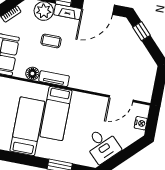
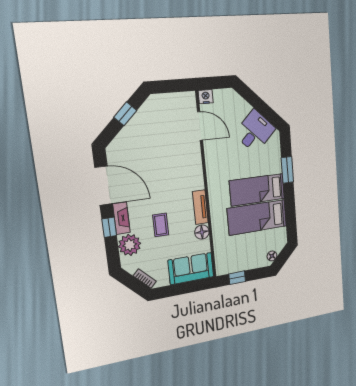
window: (142, 31) -> (125, 114), moved
bed: (56, 113) -> (257, 190), moved, turned 180
nightstand: (141, 123) -> (206, 97), moved

